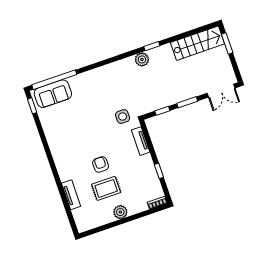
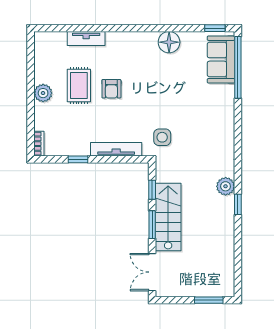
stairs: (198, 43) -> (168, 217), moved, turned 180
floor lamp: (53, 135) -> (169, 42), added
tv unit: (141, 141) -> (116, 149), width x1.41
armchair: (101, 164) -> (111, 89), turned 90

